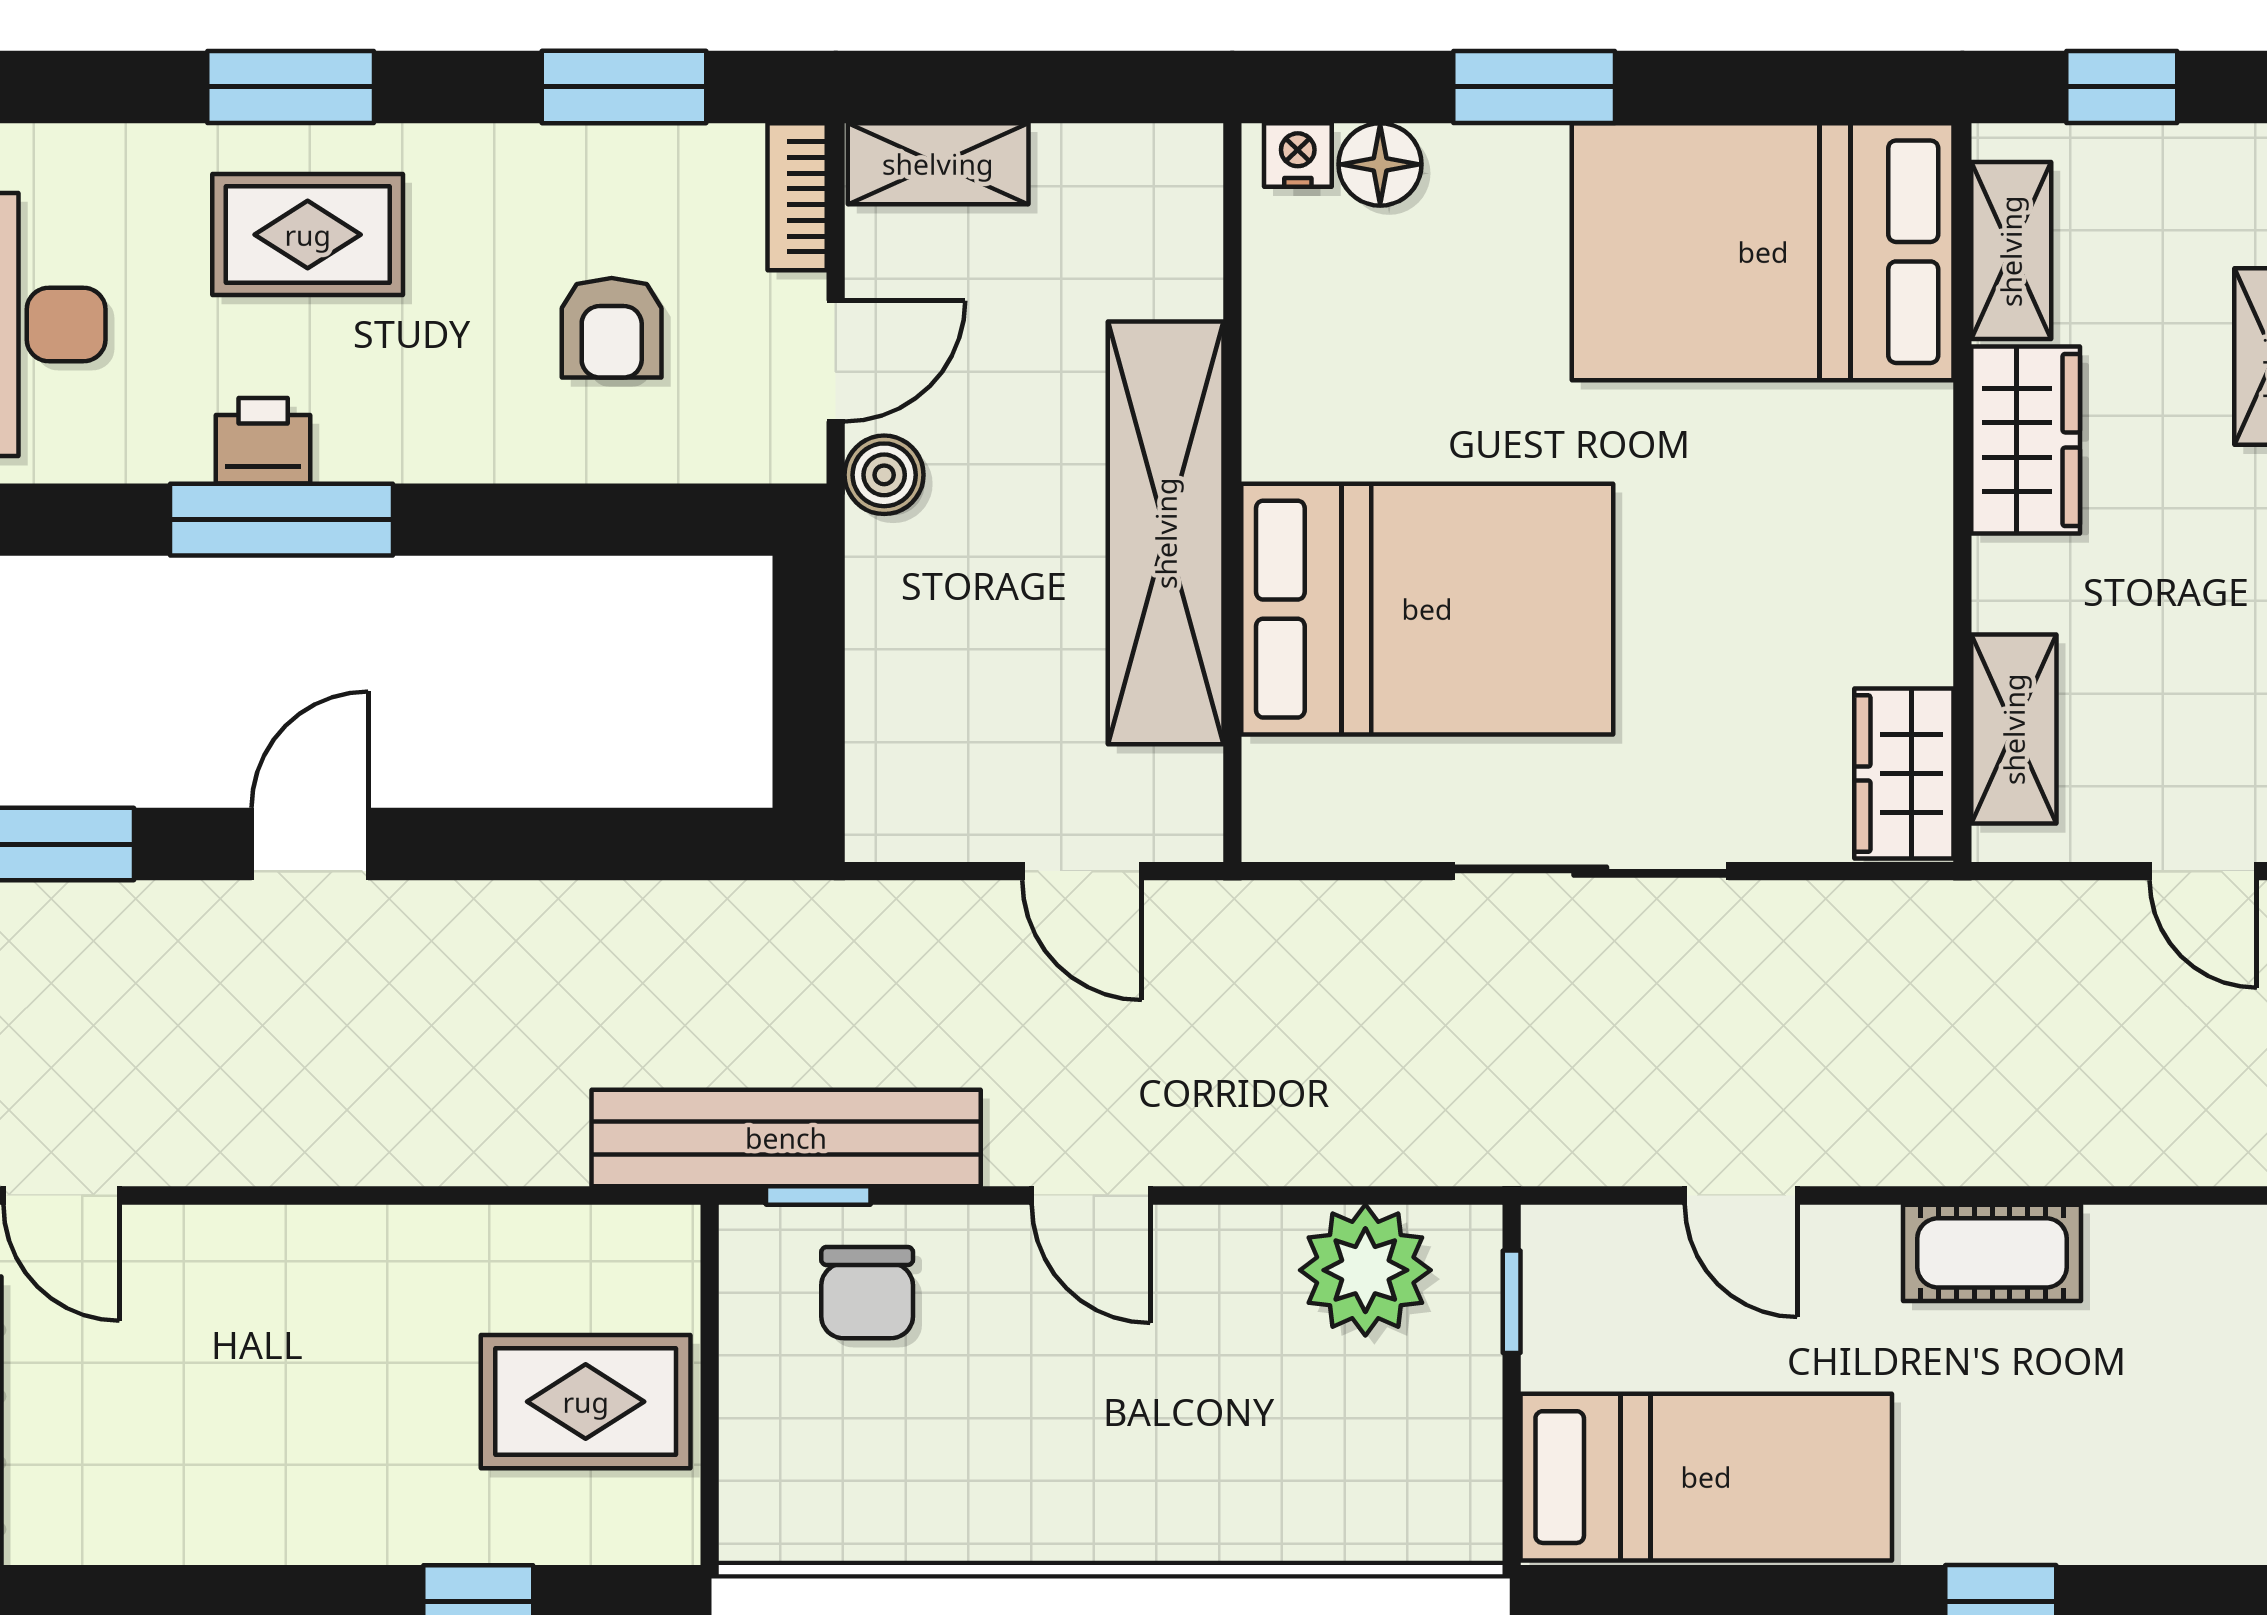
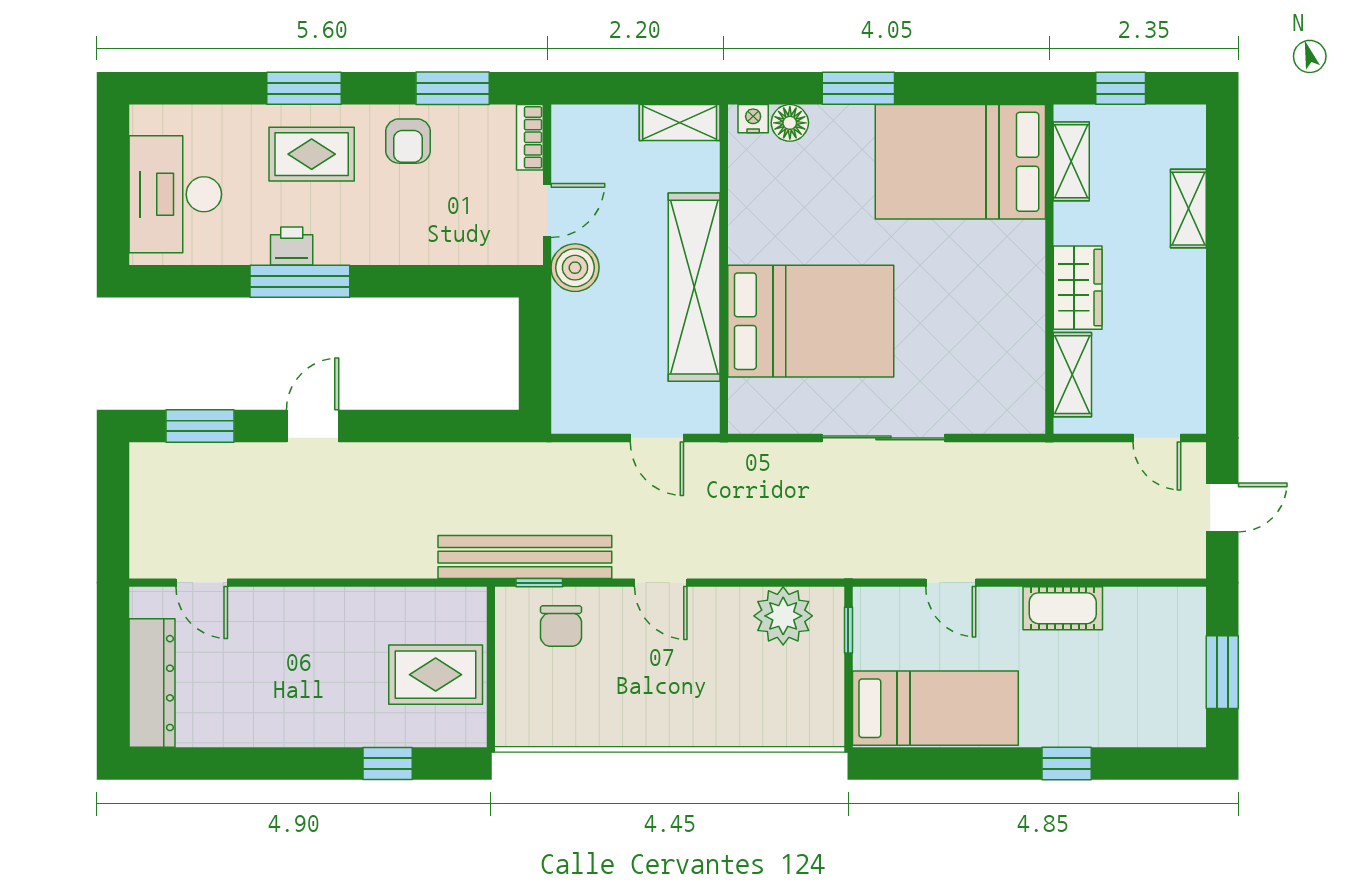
shelving: (938, 164) -> (680, 123), moved
armchair: (612, 328) -> (408, 141), moved
wardrobe: (2026, 440) -> (1078, 288), moved
boiler: (884, 475) -> (575, 268), width x1.36, depth x1.36
wardrobe: (1904, 774) -> (1023, 394), removed

